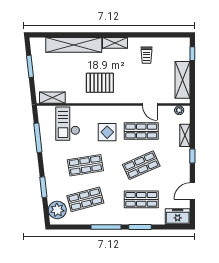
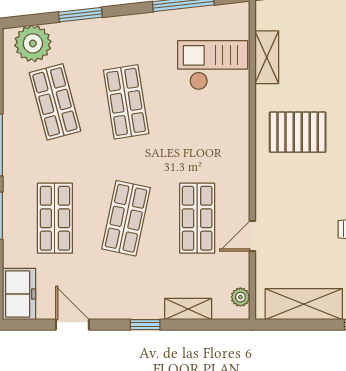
pallet: (100, 83) -> (298, 132), turned 90
shelving: (52, 98) -> (267, 57), moved
display table: (107, 132) -> (195, 147), removed
shop shelf: (141, 165) -> (126, 218), turned 36

